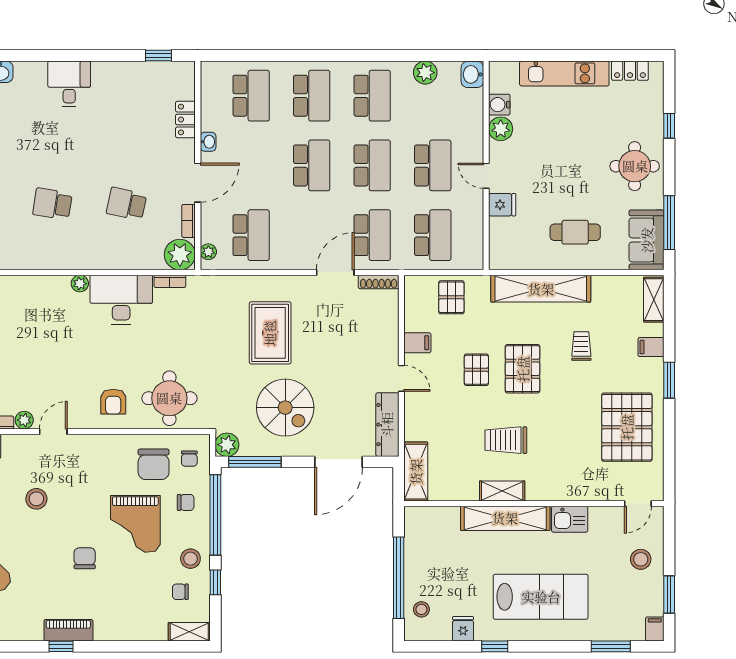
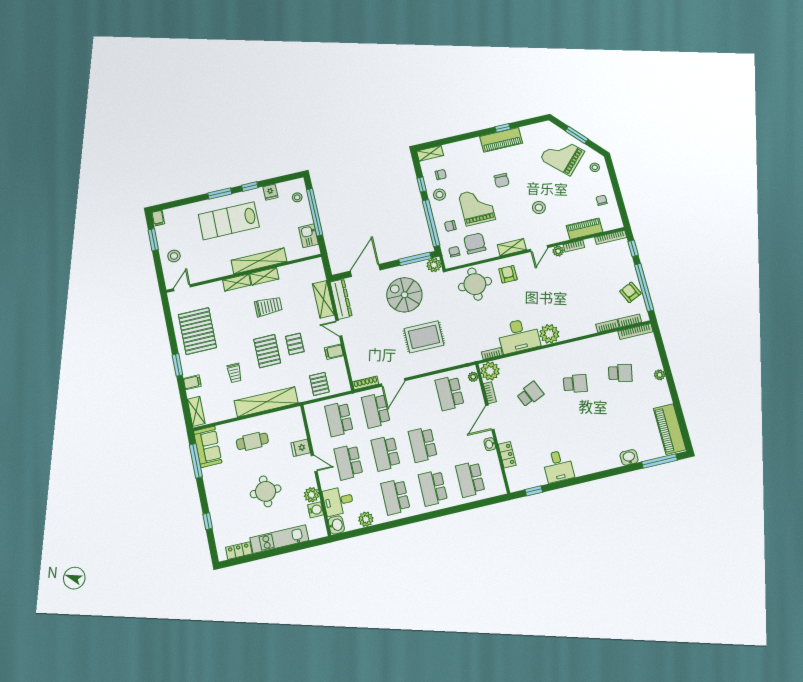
desk: (69, 84) -> (558, 466), moved
desk: (462, 110) -> (338, 501), added
round table: (635, 166) -> (266, 491), moved
school desk: (127, 204) -> (530, 394), turned -36
plant: (80, 284) -> (549, 334), width x1.88, depth x1.88
rug: (270, 333) -> (424, 337), turned 90
shelving: (96, 444) -> (512, 247), added
shelving: (416, 472) -> (323, 299), moved
shelving: (548, 491) -> (237, 283), added
kitchen sink: (570, 519) -> (308, 236), moved, turned -90
piano: (68, 630) -> (501, 140), width x1.37, depth x1.33
window: (611, 646) -> (220, 193), moved

